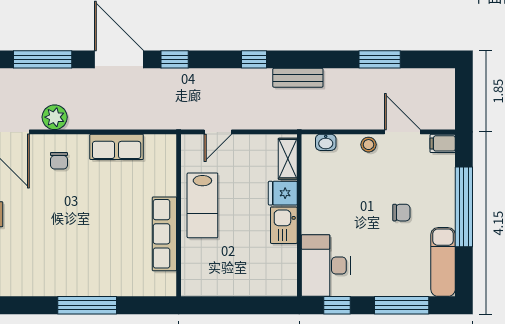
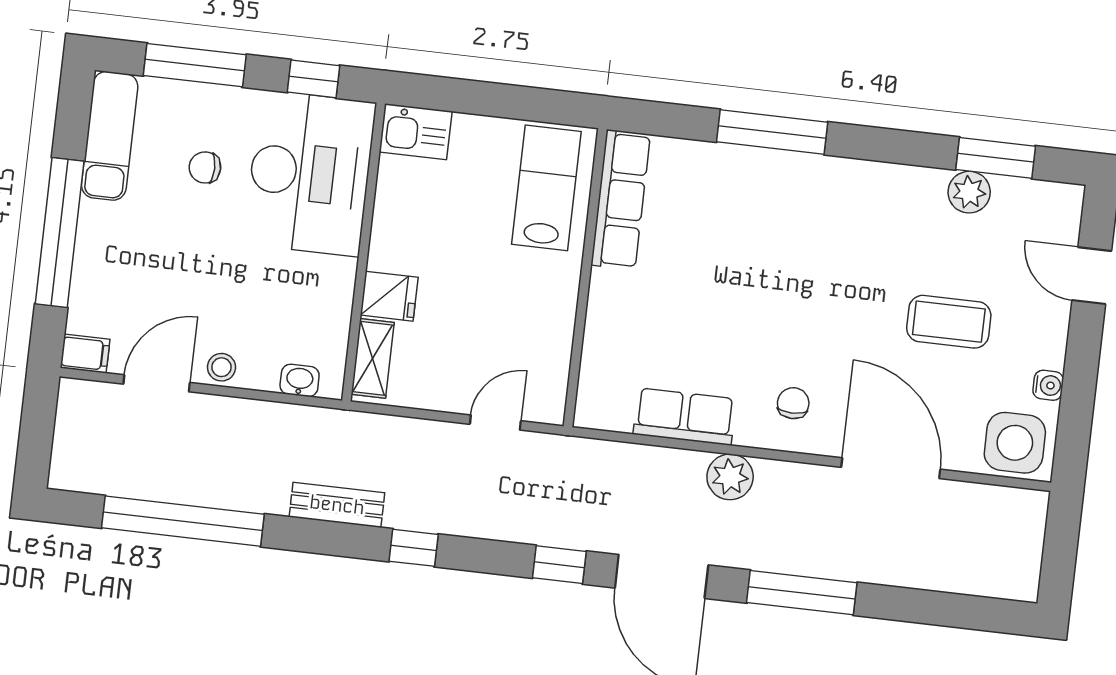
window: (380, 59) -> (183, 521), width x2.11
plant: (55, 117) -> (730, 477), moved
door: (402, 132) -> (157, 383), swing flipped
lab bench: (202, 205) -> (546, 188), moved
chair: (401, 213) -> (205, 167), moved
kitchen sink: (284, 225) -> (416, 132), moved, turned 90
row of seats: (164, 234) -> (621, 200), moved
desk: (326, 266) -> (310, 173), width x1.36, depth x1.30

